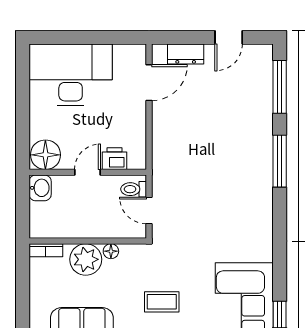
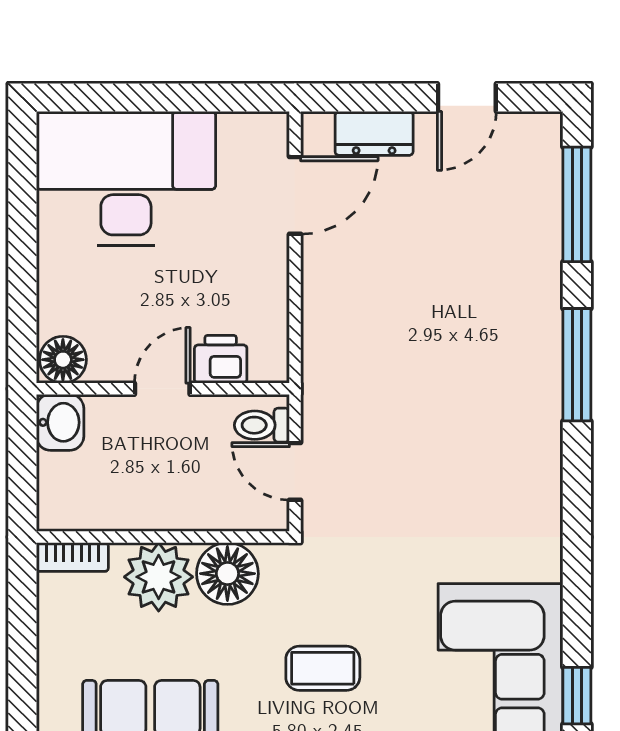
floor lamp: (45, 155) -> (63, 360), width x0.73, depth x0.73
floor lamp: (111, 251) -> (227, 574), width x1.89, depth x1.89

